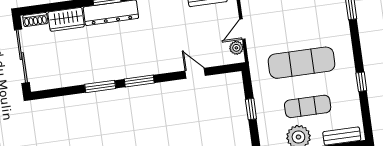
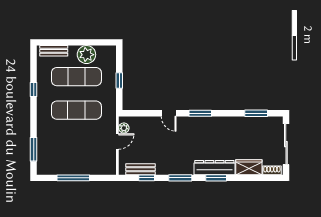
door: (195, 73) -> (169, 113), moved
window: (100, 86) -> (256, 113), moved
exercise mat: (308, 106) -> (76, 77), width x1.36, depth x1.45

